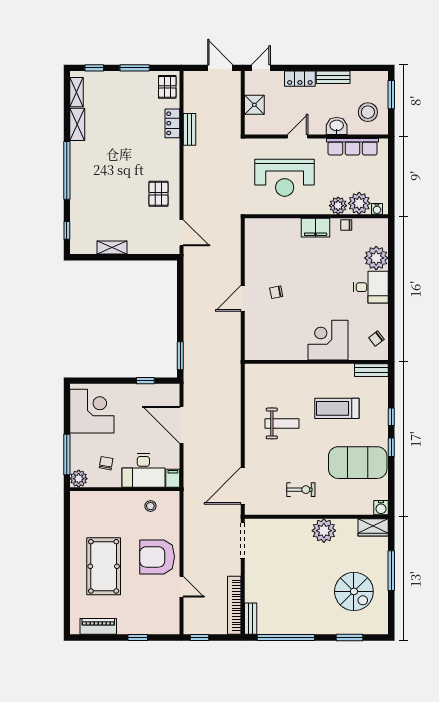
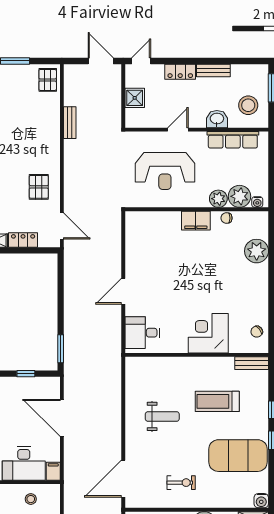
locker: (172, 123) -> (23, 240), moved, turned 90
desk: (371, 287) -> (142, 333), moved, turned 180
chair: (276, 292) -> (157, 285), removed

